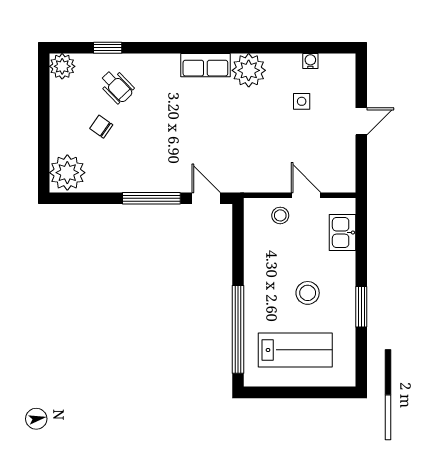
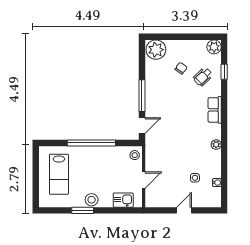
row of seats: (205, 65) -> (215, 110), moved
plant: (249, 70) -> (216, 145), width x0.53, depth x0.53
door: (361, 121) -> (184, 210), swing flipped
stool: (280, 215) -> (135, 155), moved
stool: (308, 293) -> (92, 200), moved
window: (238, 329) -> (91, 143), moved

